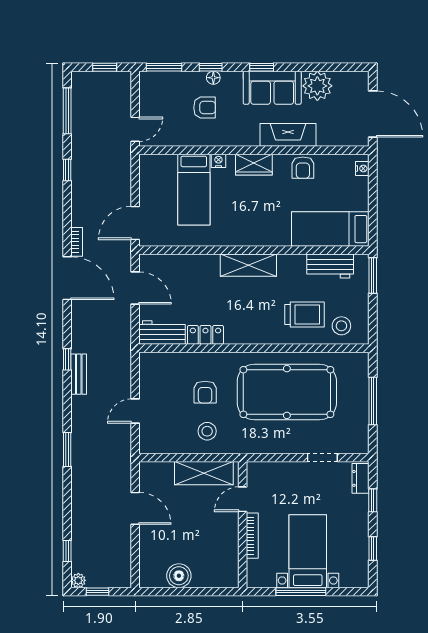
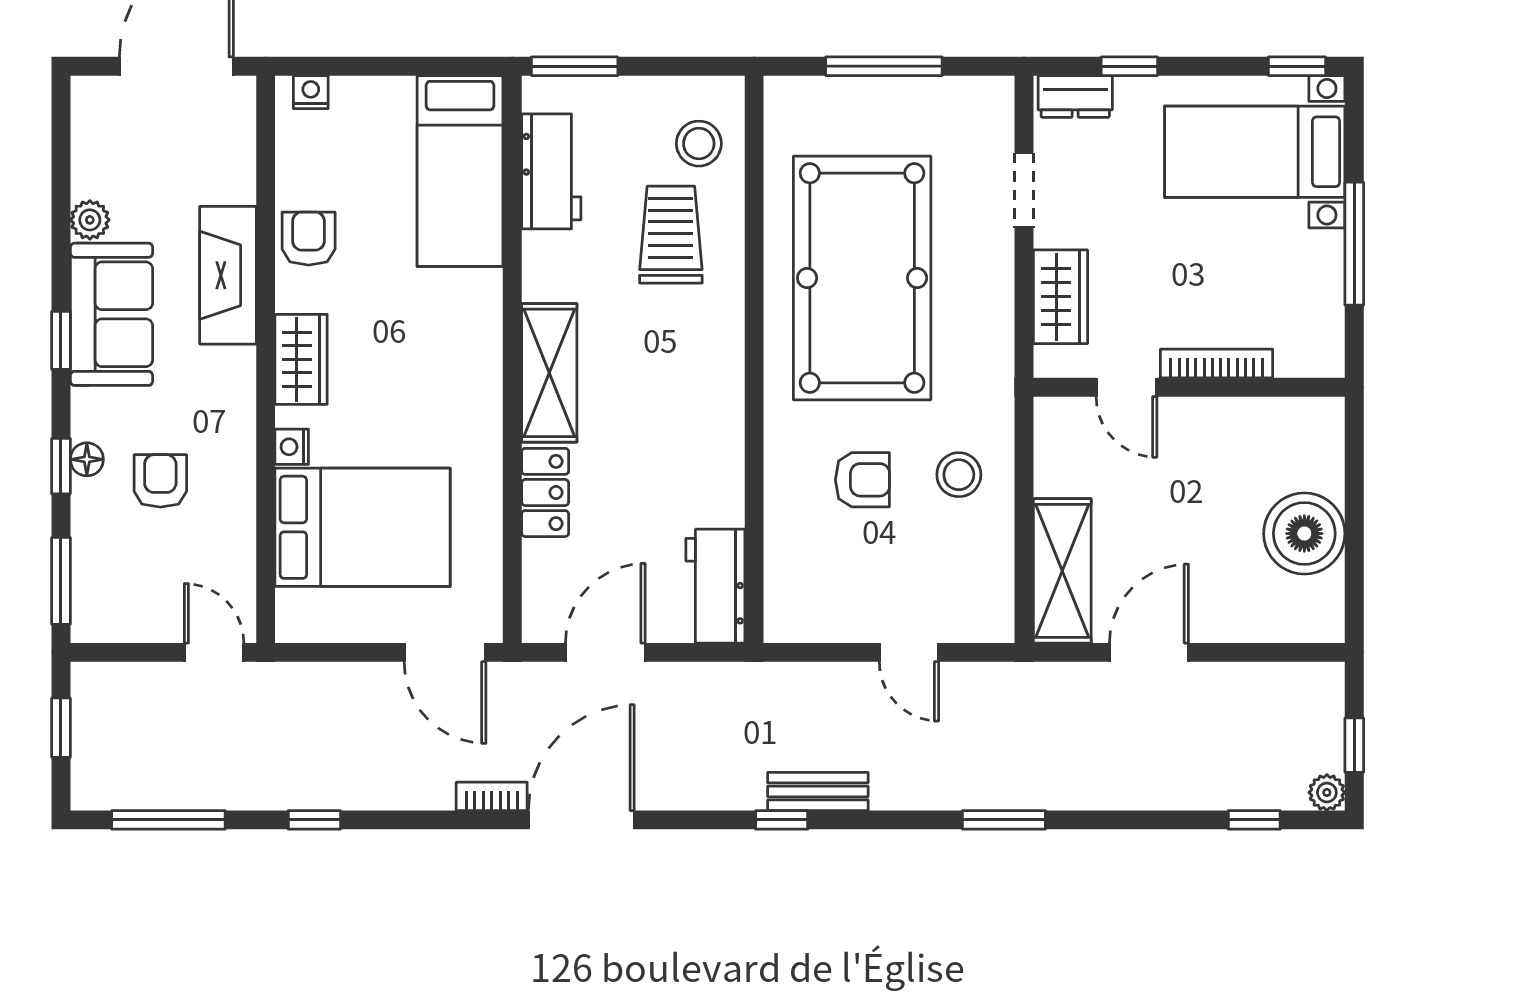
plant: (317, 86) -> (90, 220), width x0.53, depth x0.53
armchair: (303, 168) -> (309, 239), turned -90
bed: (194, 190) -> (363, 527), width x1.50
locker: (205, 335) -> (545, 492), moved, turned 180
wardrobe: (279, 472) -> (1060, 297), added
shelving: (204, 473) -> (1062, 571), moved
window: (373, 548) -> (1297, 66), moved
bed with nightstands: (308, 551) -> (1255, 152), moved
boiler: (179, 576) -> (1304, 534), width x1.37, depth x1.37

